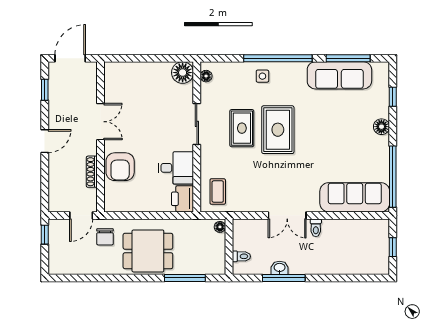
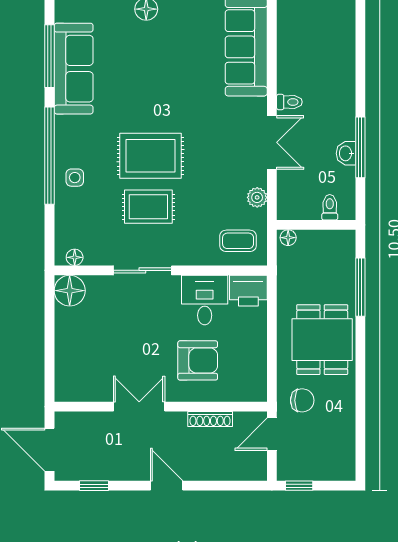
armchair: (120, 167) -> (198, 360), moved
plant: (248, 205) -> (257, 197), added
door: (81, 215) -> (272, 434), swing flipped

